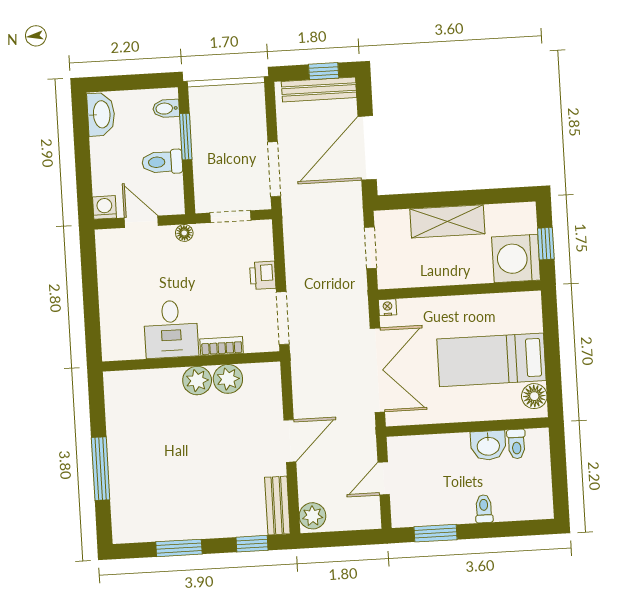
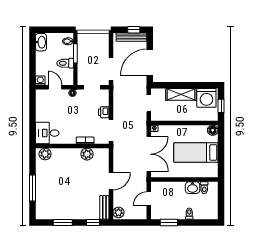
washing machine: (516, 258) -> (206, 98), moved, turned -90
desk: (171, 329) -> (47, 133), moved, turned 90
plant: (197, 381) -> (45, 154), moved
floor lamp: (534, 396) -> (213, 130), moved

